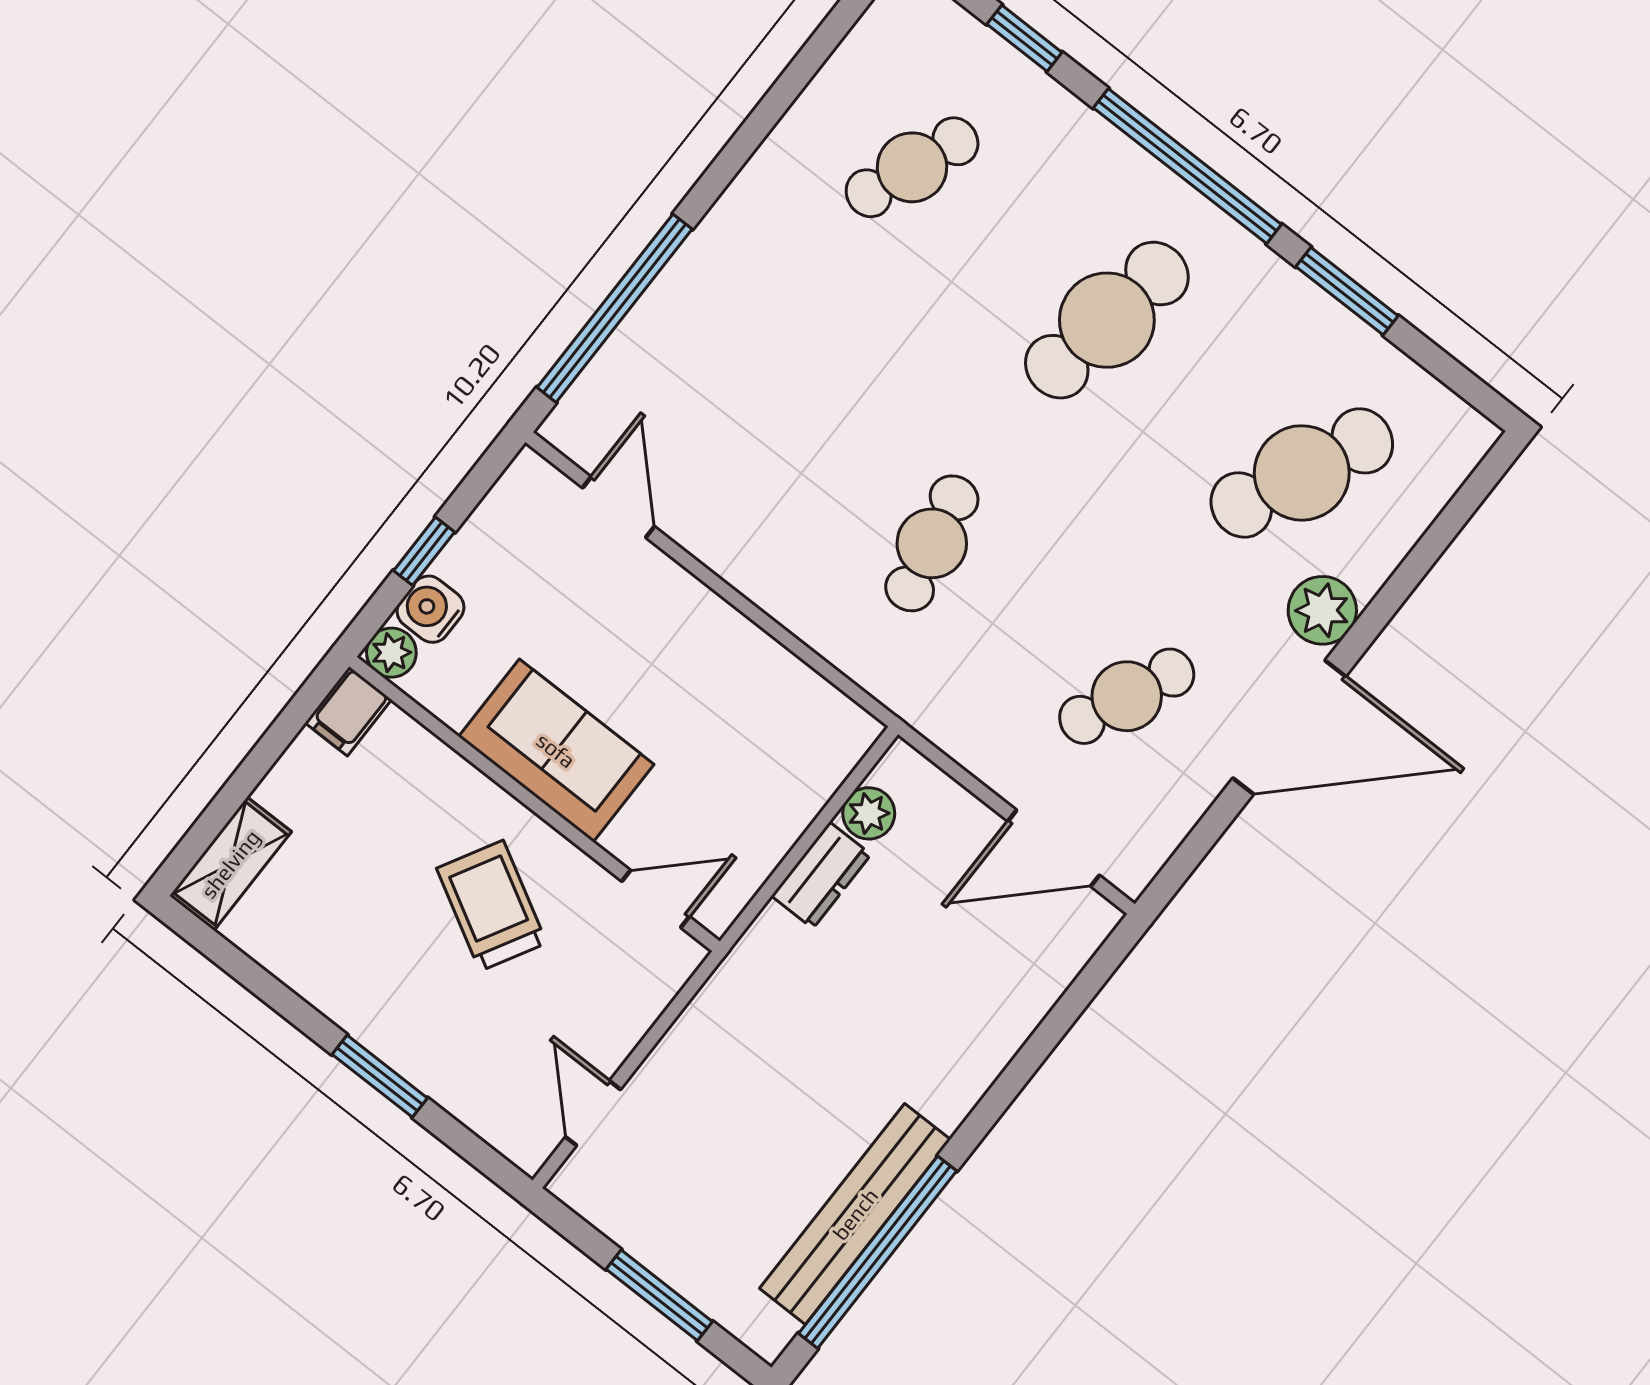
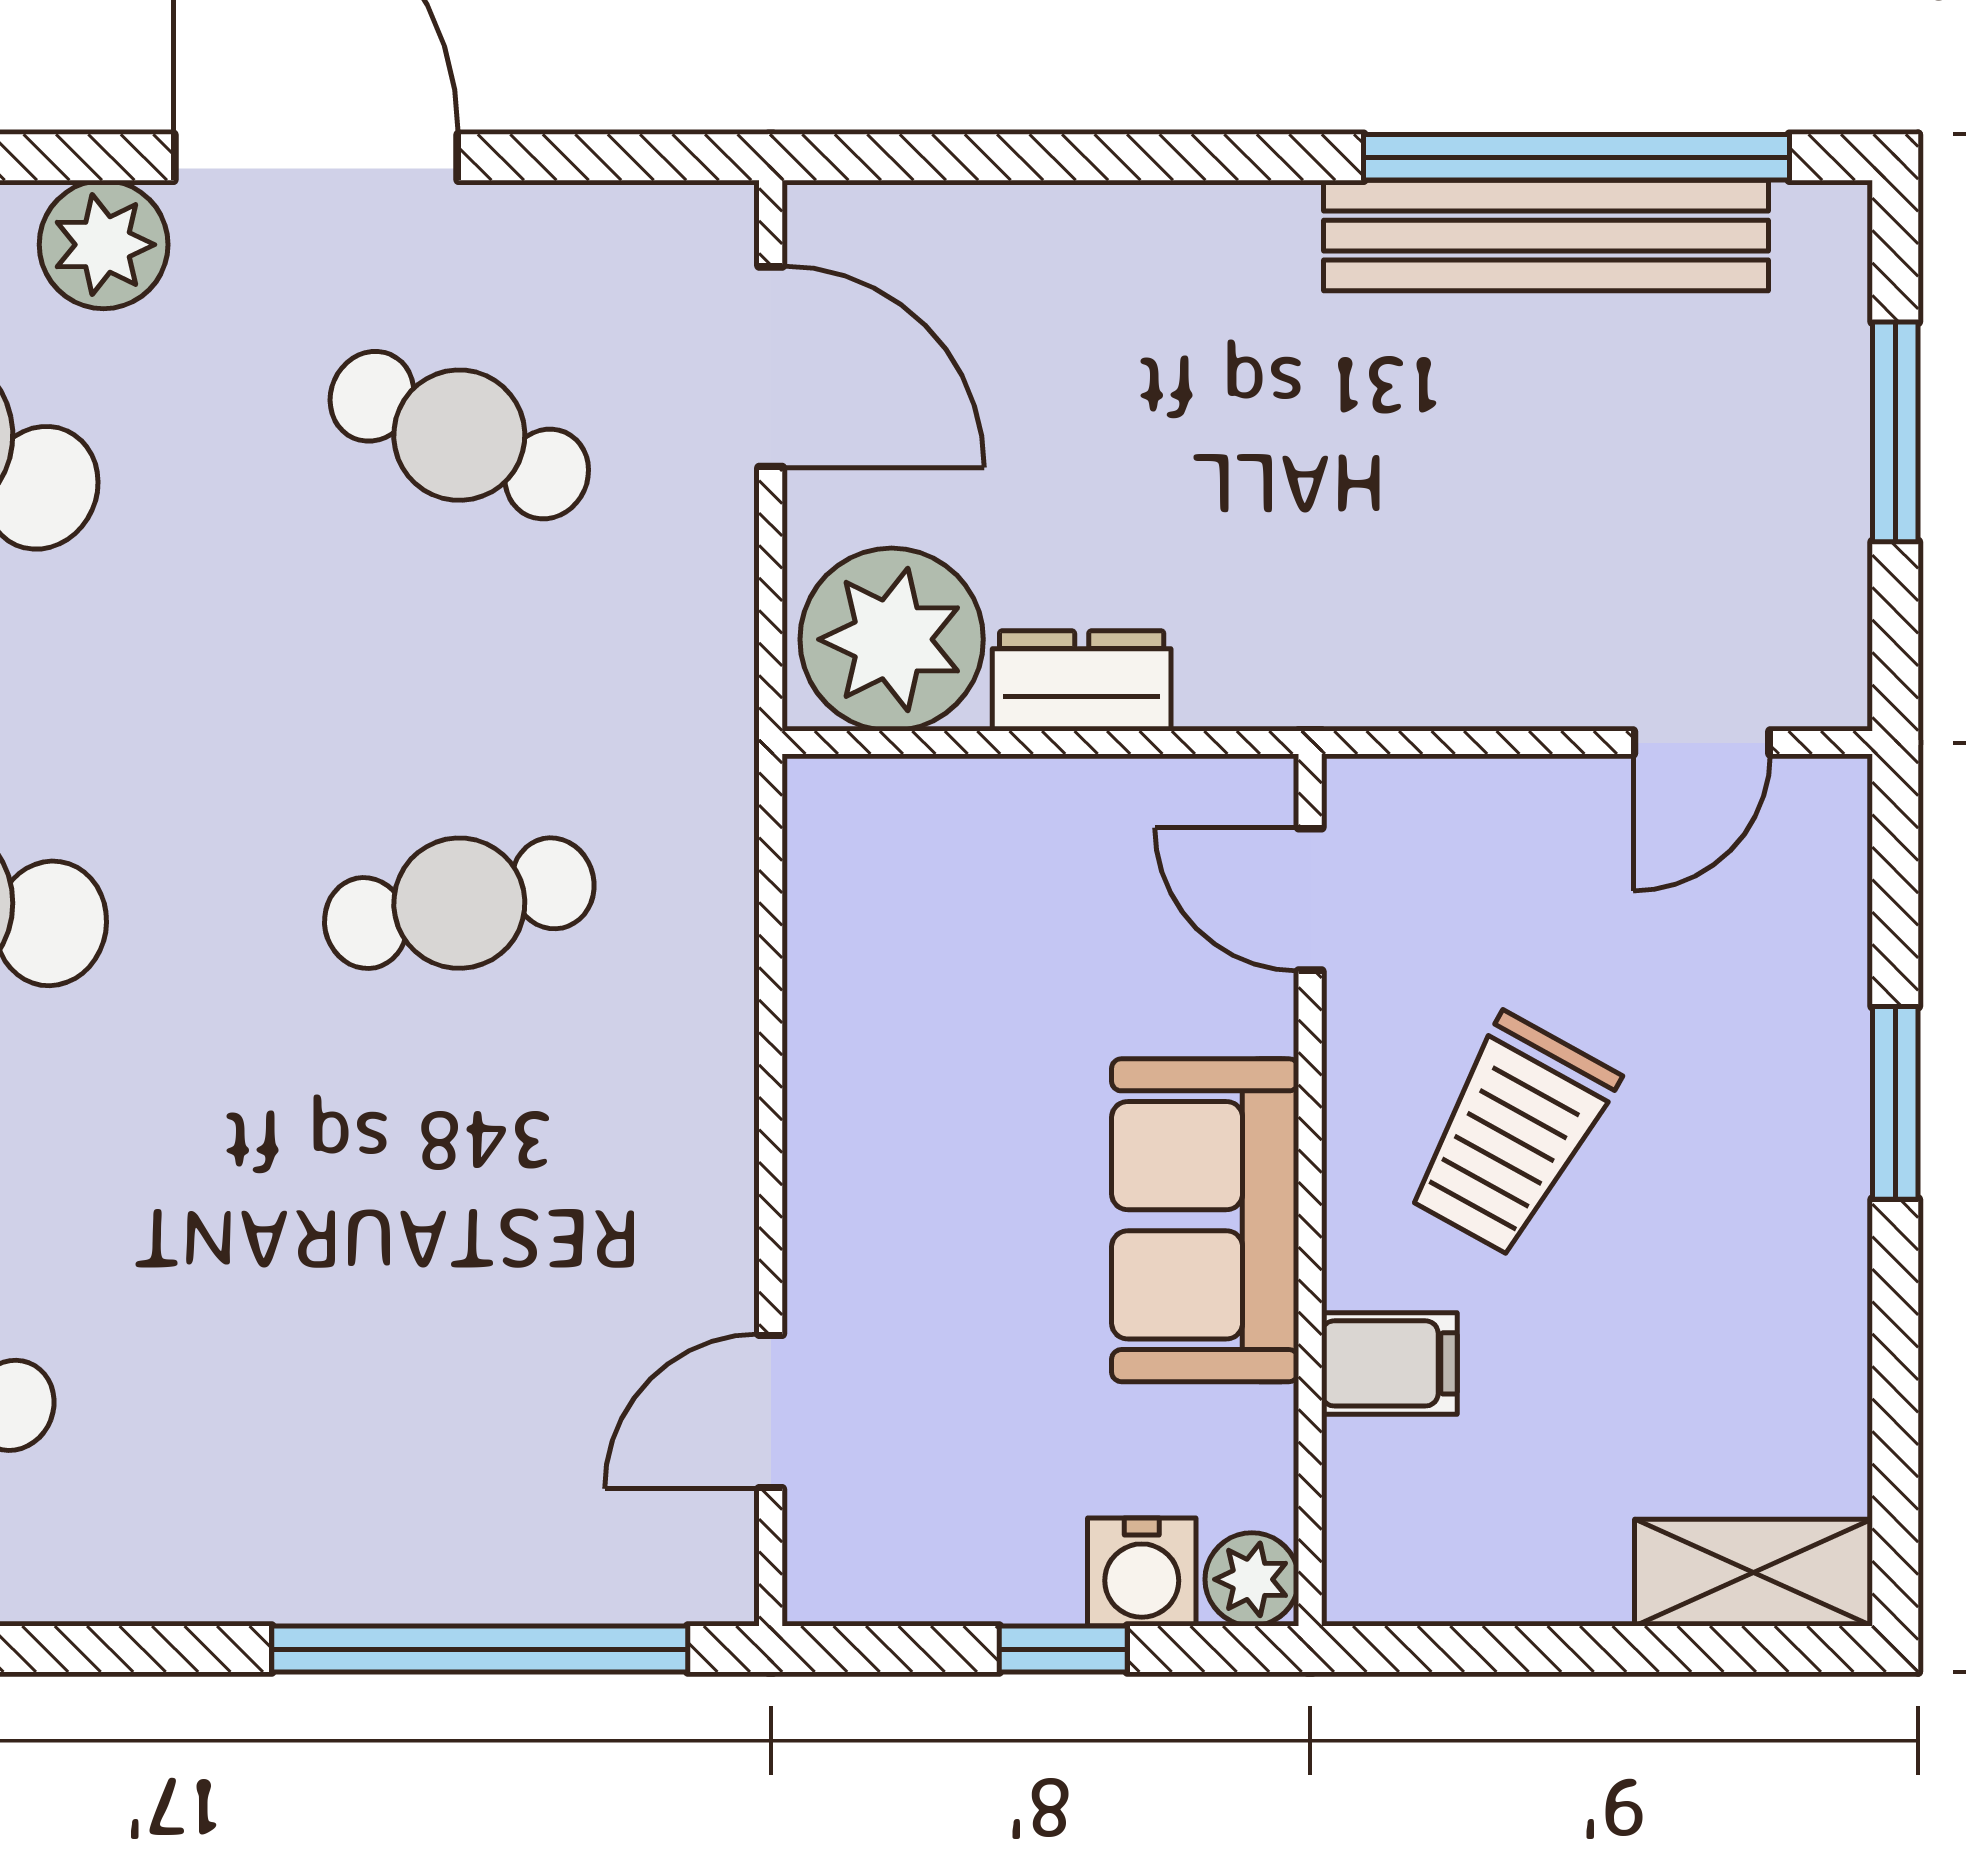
filing cabinet: (348, 711) -> (1389, 1363), moved
plant: (869, 813) -> (892, 639), width x1.87, depth x1.87

